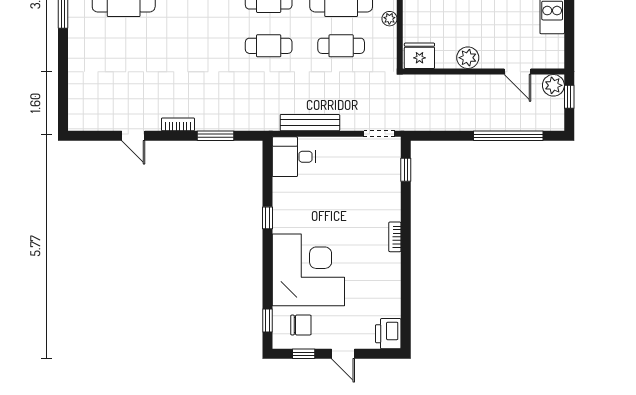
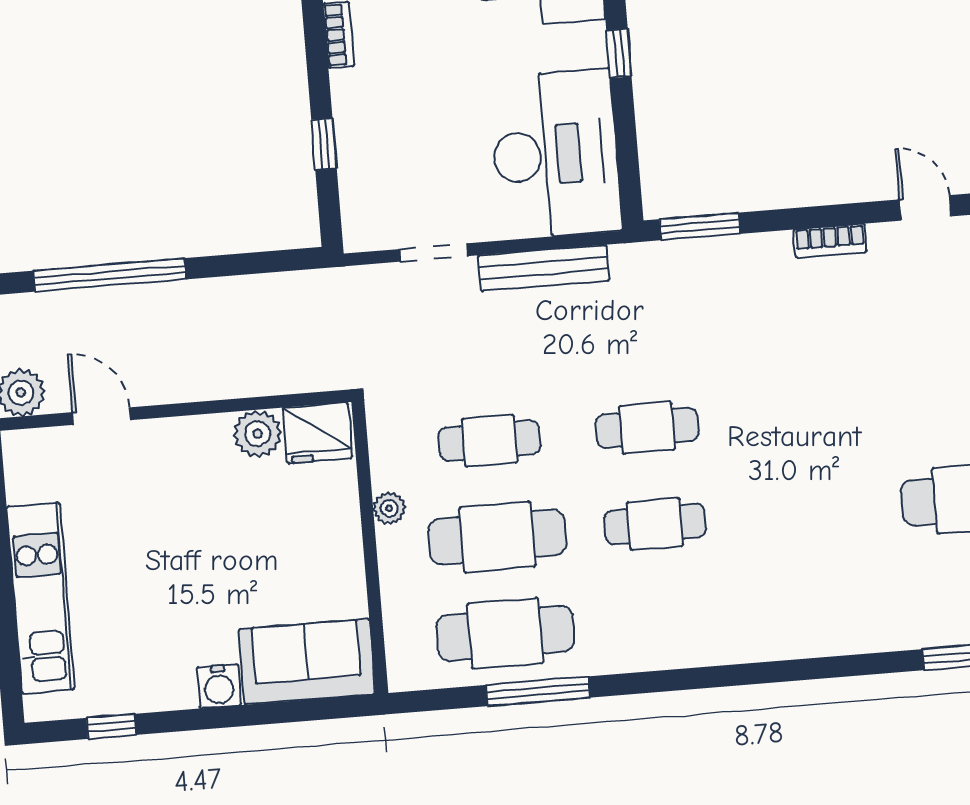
plant: (468, 58) -> (257, 434), moved
doorway: (379, 134) -> (433, 253), moved
window: (215, 136) -> (700, 226), moved
desk: (294, 157) -> (555, 154), width x1.87, depth x1.30
window: (406, 170) -> (324, 144), moved

